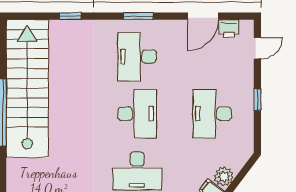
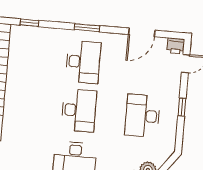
printer: (229, 29) -> (176, 46), moved
desk: (137, 57) -> (83, 62), turned 180

